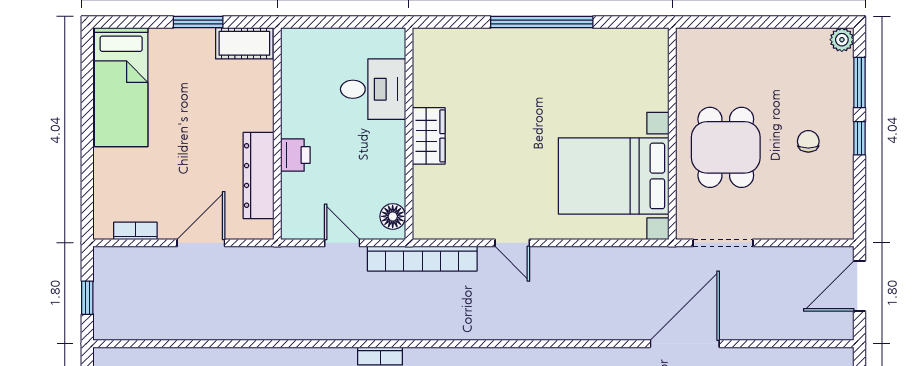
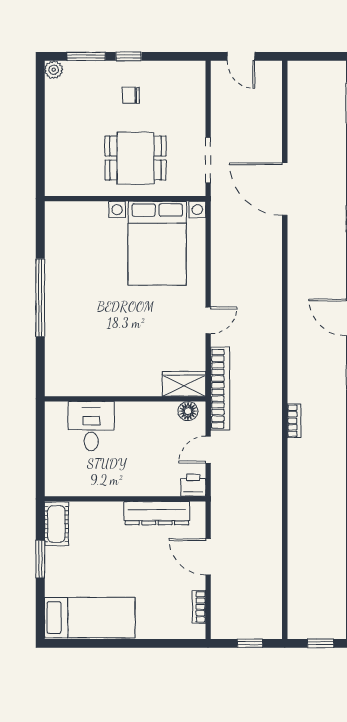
wardrobe: (429, 136) -> (184, 384), moved
printer: (295, 155) -> (193, 485), moved
door: (859, 286) -> (241, 56), width x0.73

